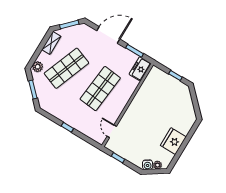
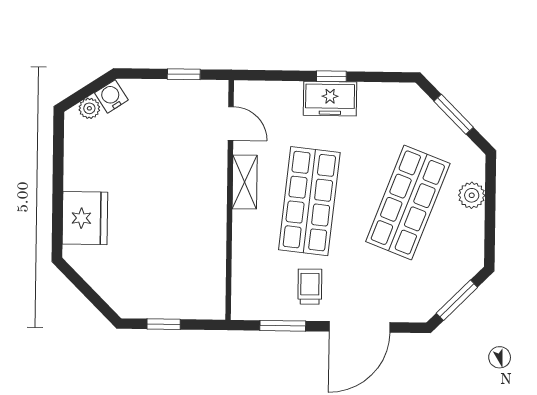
shelving: (51, 43) -> (245, 182), moved
trolley: (117, 59) -> (310, 287), added
plant: (38, 67) -> (472, 195), moved
freezer: (140, 69) -> (330, 99), moved, turned 90
fridge: (173, 141) -> (85, 218), moved

